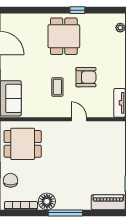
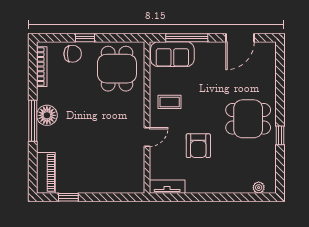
coffee table: (57, 87) -> (170, 102), moved
floor lamp: (47, 201) -> (47, 115), moved

